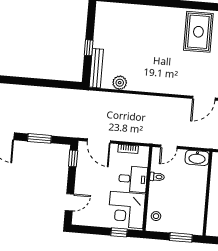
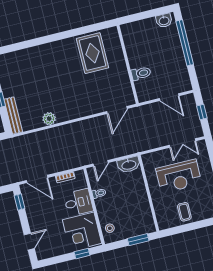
plant: (120, 83) -> (49, 119), moved

